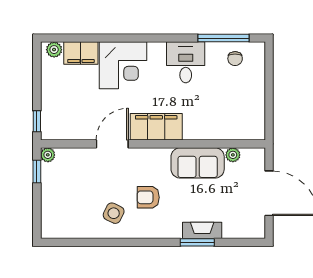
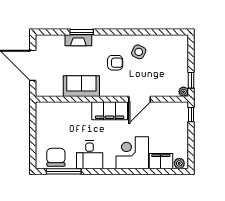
chair: (235, 59) -> (56, 157), width x1.87, depth x1.87
plant: (233, 155) -> (57, 92), removed

